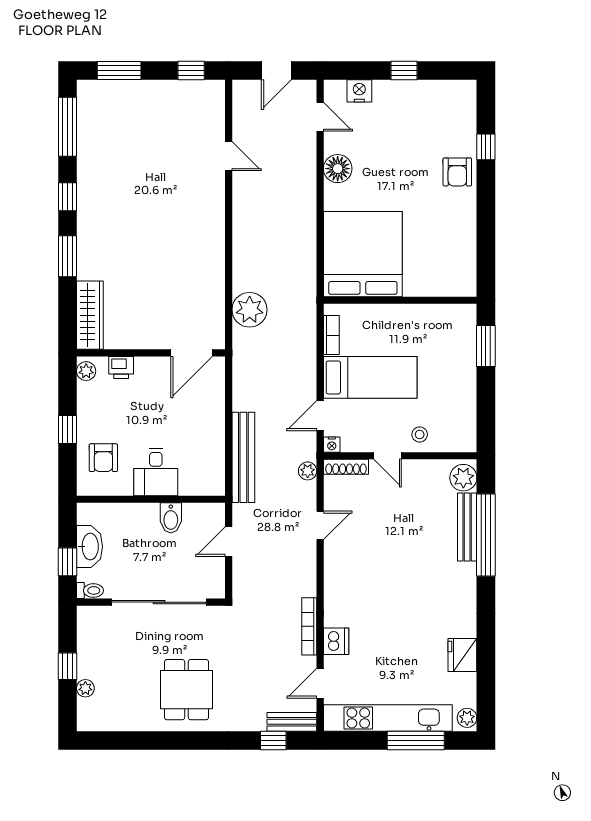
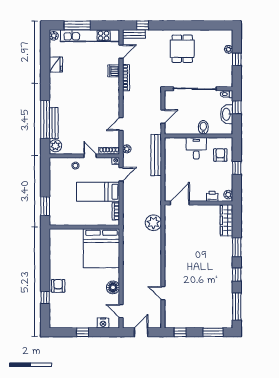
bidet: (171, 518) -> (203, 127), moved

